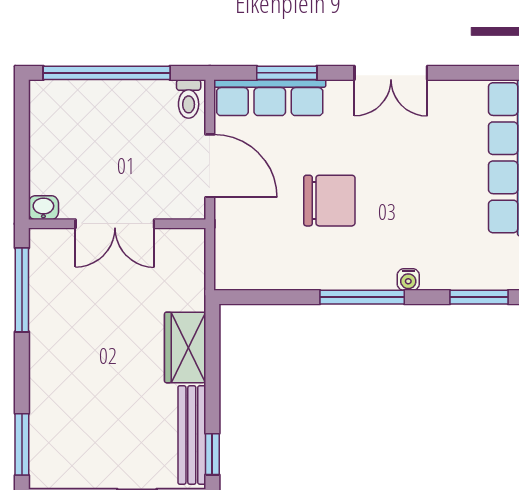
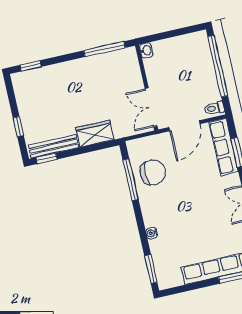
chair: (329, 201) -> (153, 172), moved, turned -90
double door: (115, 224) -> (151, 107), moved
window: (362, 297) -> (131, 180), moved
window: (22, 444) -> (31, 66), width x0.67

